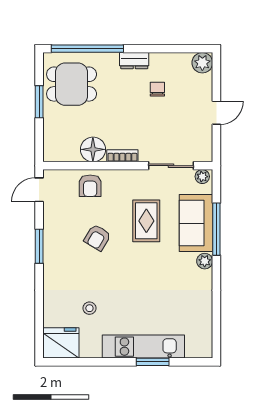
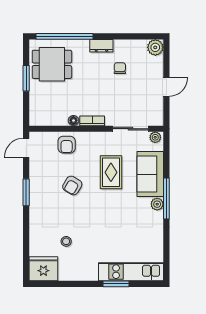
floor lamp: (93, 149) -> (73, 121), width x0.53, depth x0.53
window: (216, 229) -> (166, 199), moved
kitchen unit: (143, 347) -> (131, 272), moved

